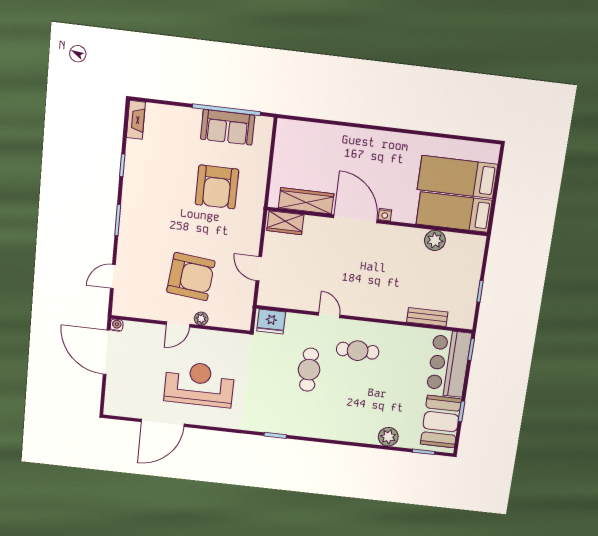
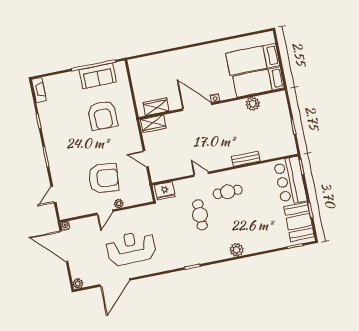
wardrobe: (306, 201) -> (156, 107), width x0.67
bench: (427, 317) -> (246, 159), moved
plant: (111, 408) -> (78, 284), added
plant: (388, 437) -> (237, 250), moved

